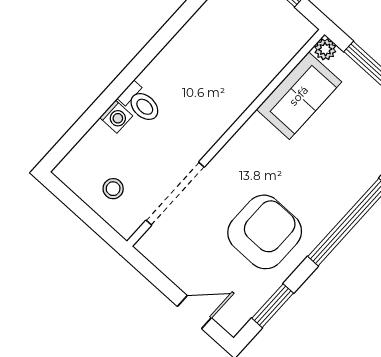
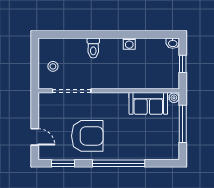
washing machine: (116, 117) -> (129, 44), moved

